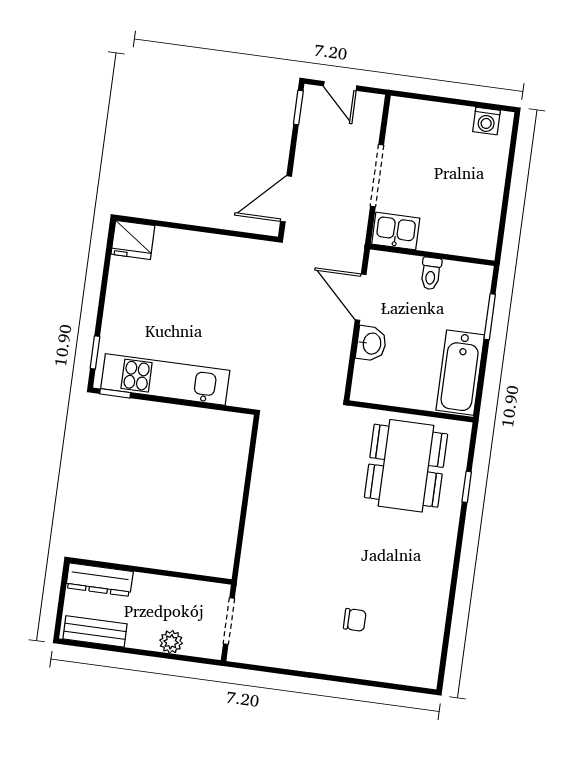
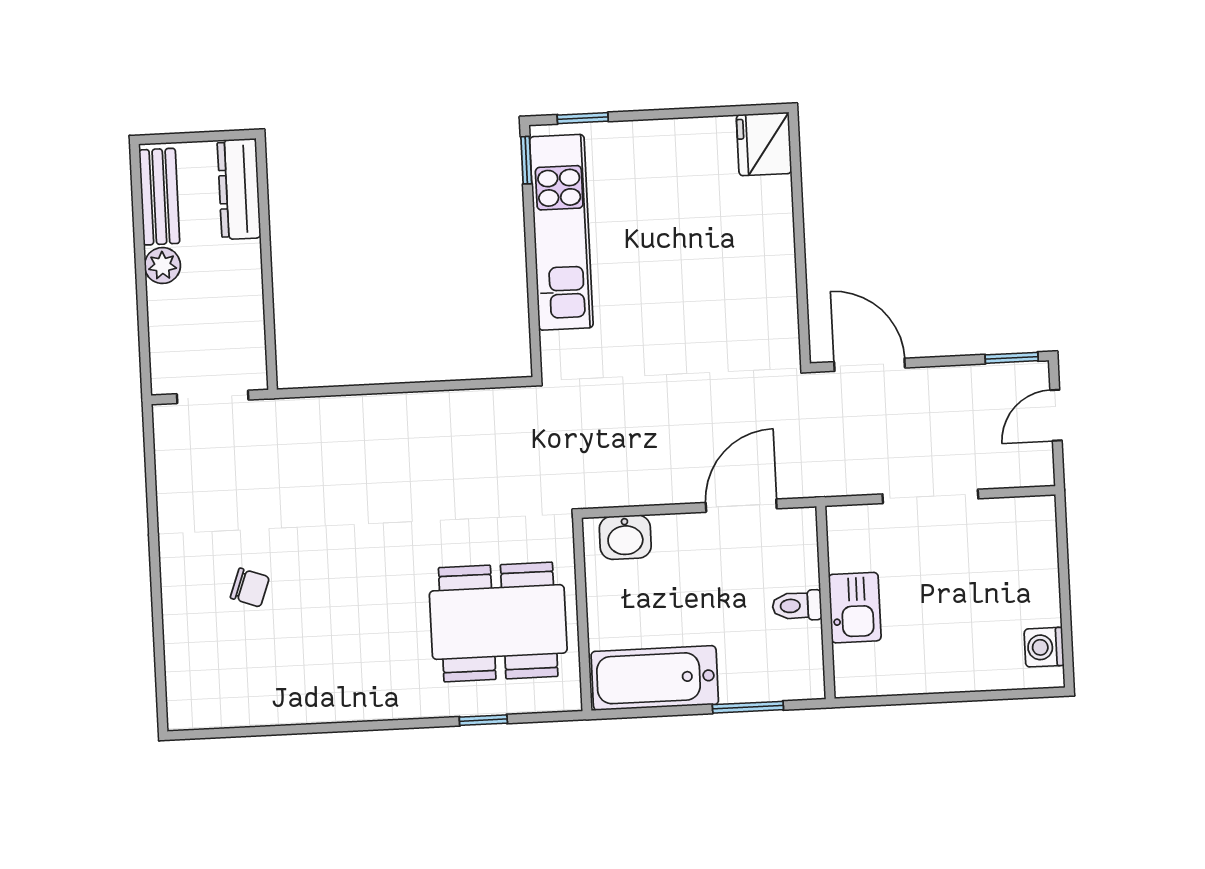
kitchen sink: (396, 231) -> (855, 608), moved
washbasin: (371, 343) -> (625, 537), moved
chair: (355, 620) -> (250, 588), turned -70
plant: (171, 642) -> (162, 266), moved

